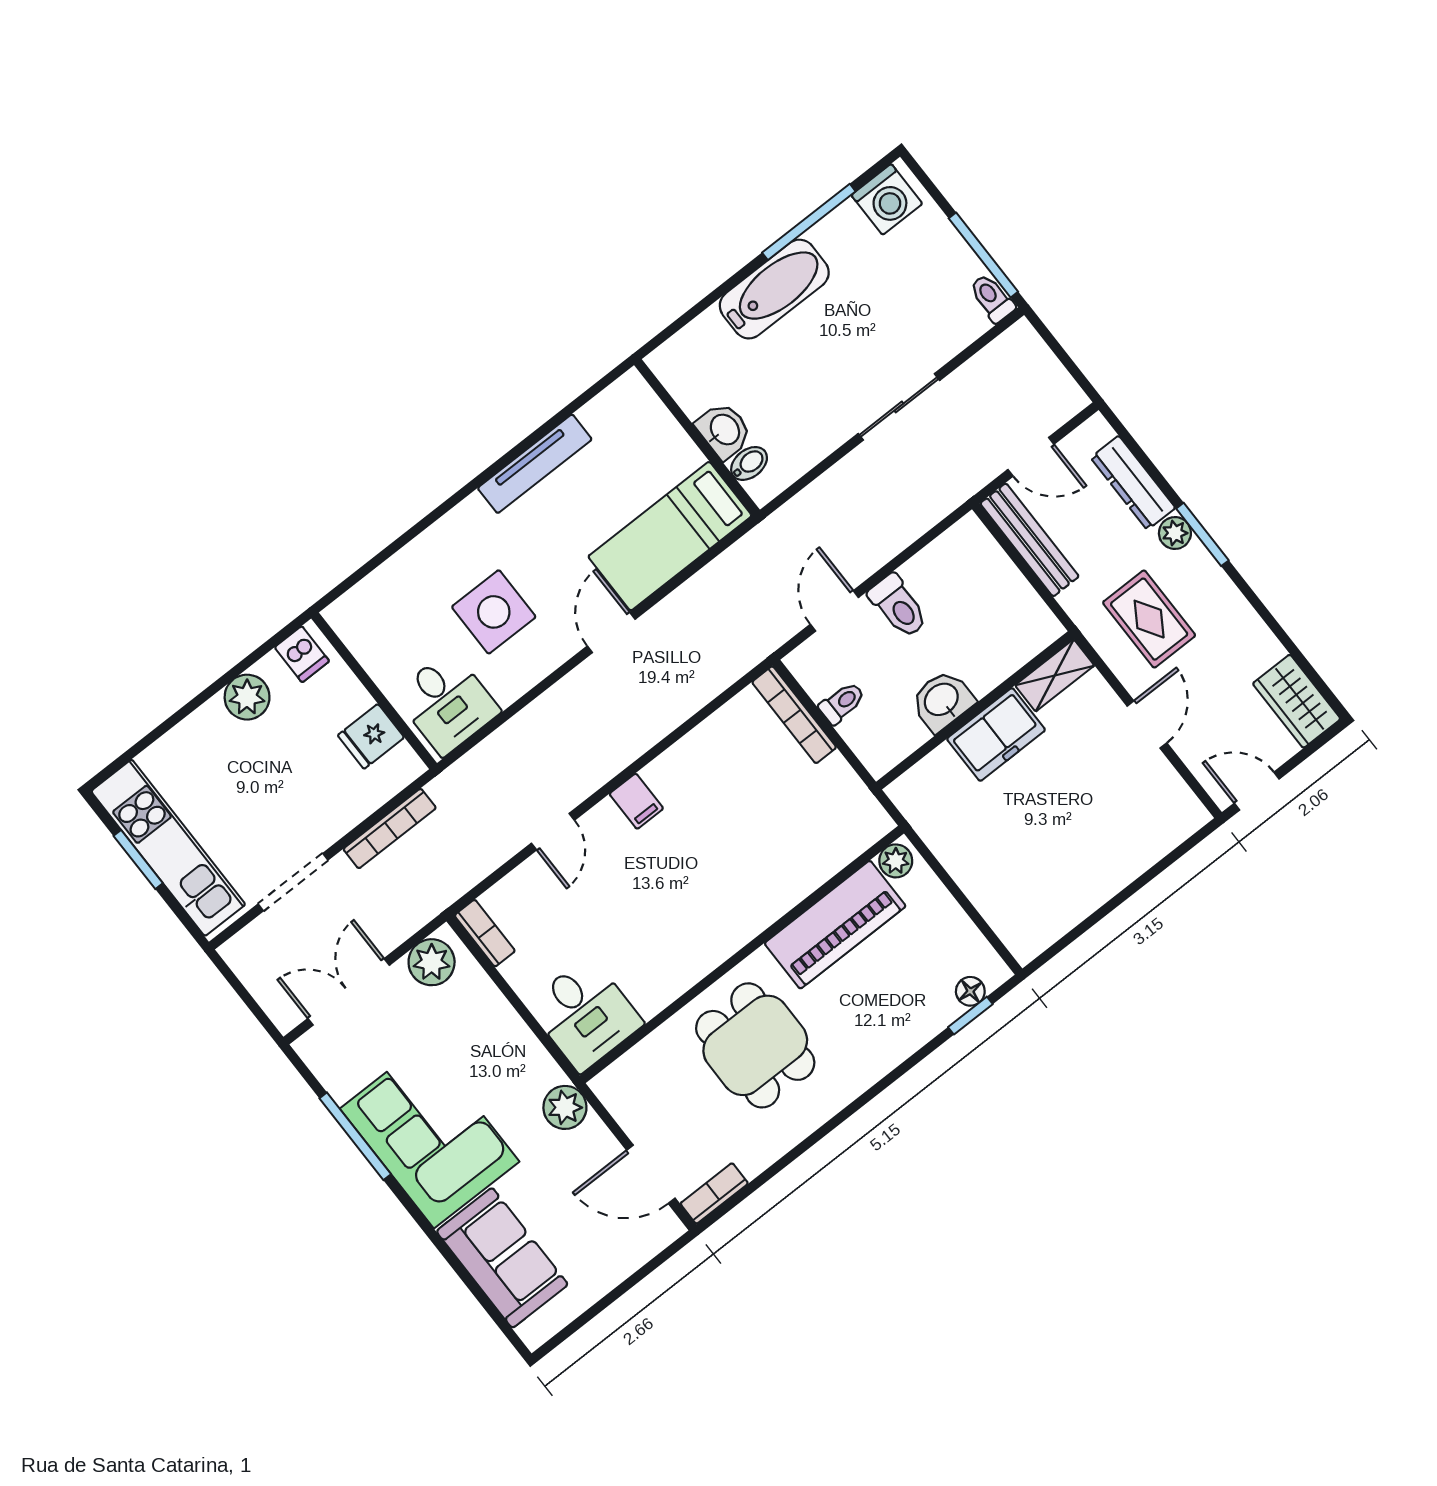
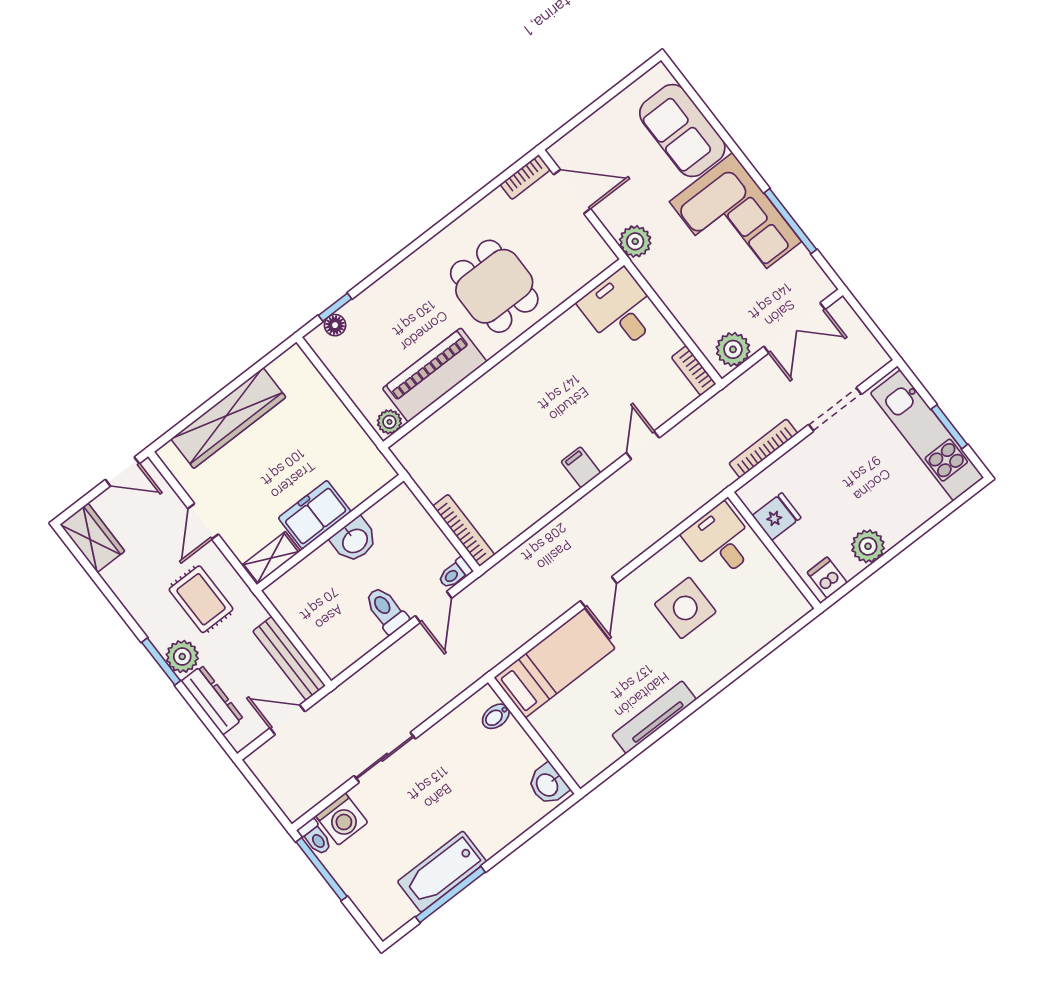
washing machine: (887, 199) -> (342, 819), moved, turned 180
bathtub: (774, 289) -> (442, 872), moved
washbasin: (724, 430) -> (548, 784), moved
plant: (1175, 533) -> (182, 657), width x1.38, depth x1.38
toilet: (842, 703) -> (455, 573), moved
wardrobe: (1114, 864) -> (228, 418), added

